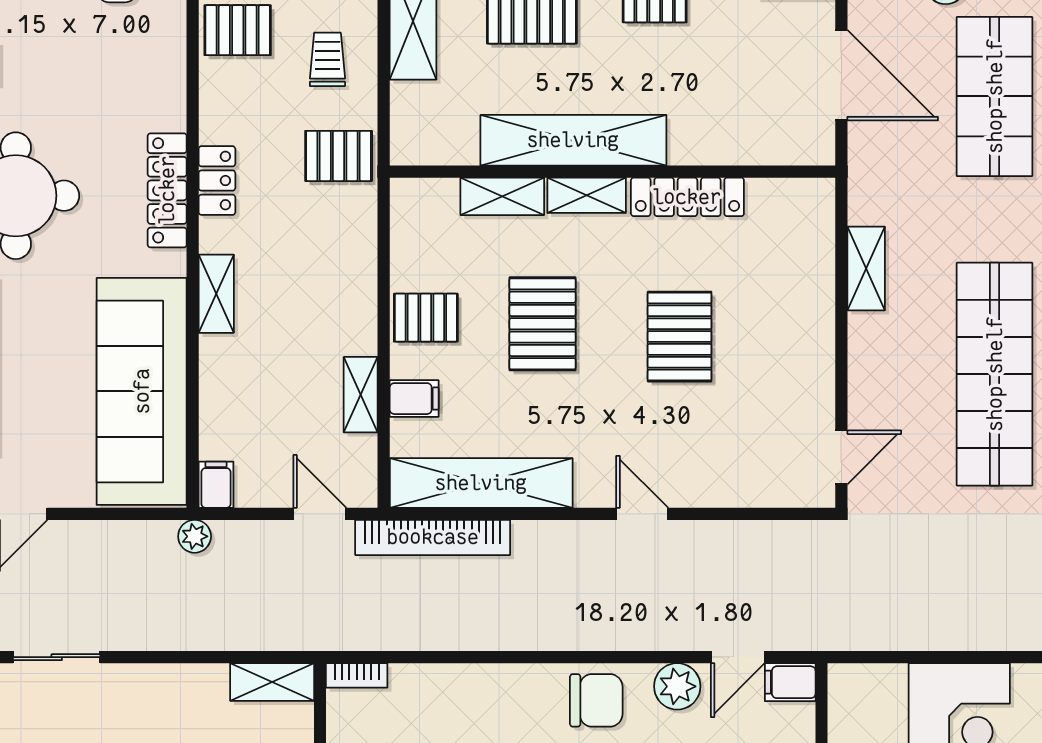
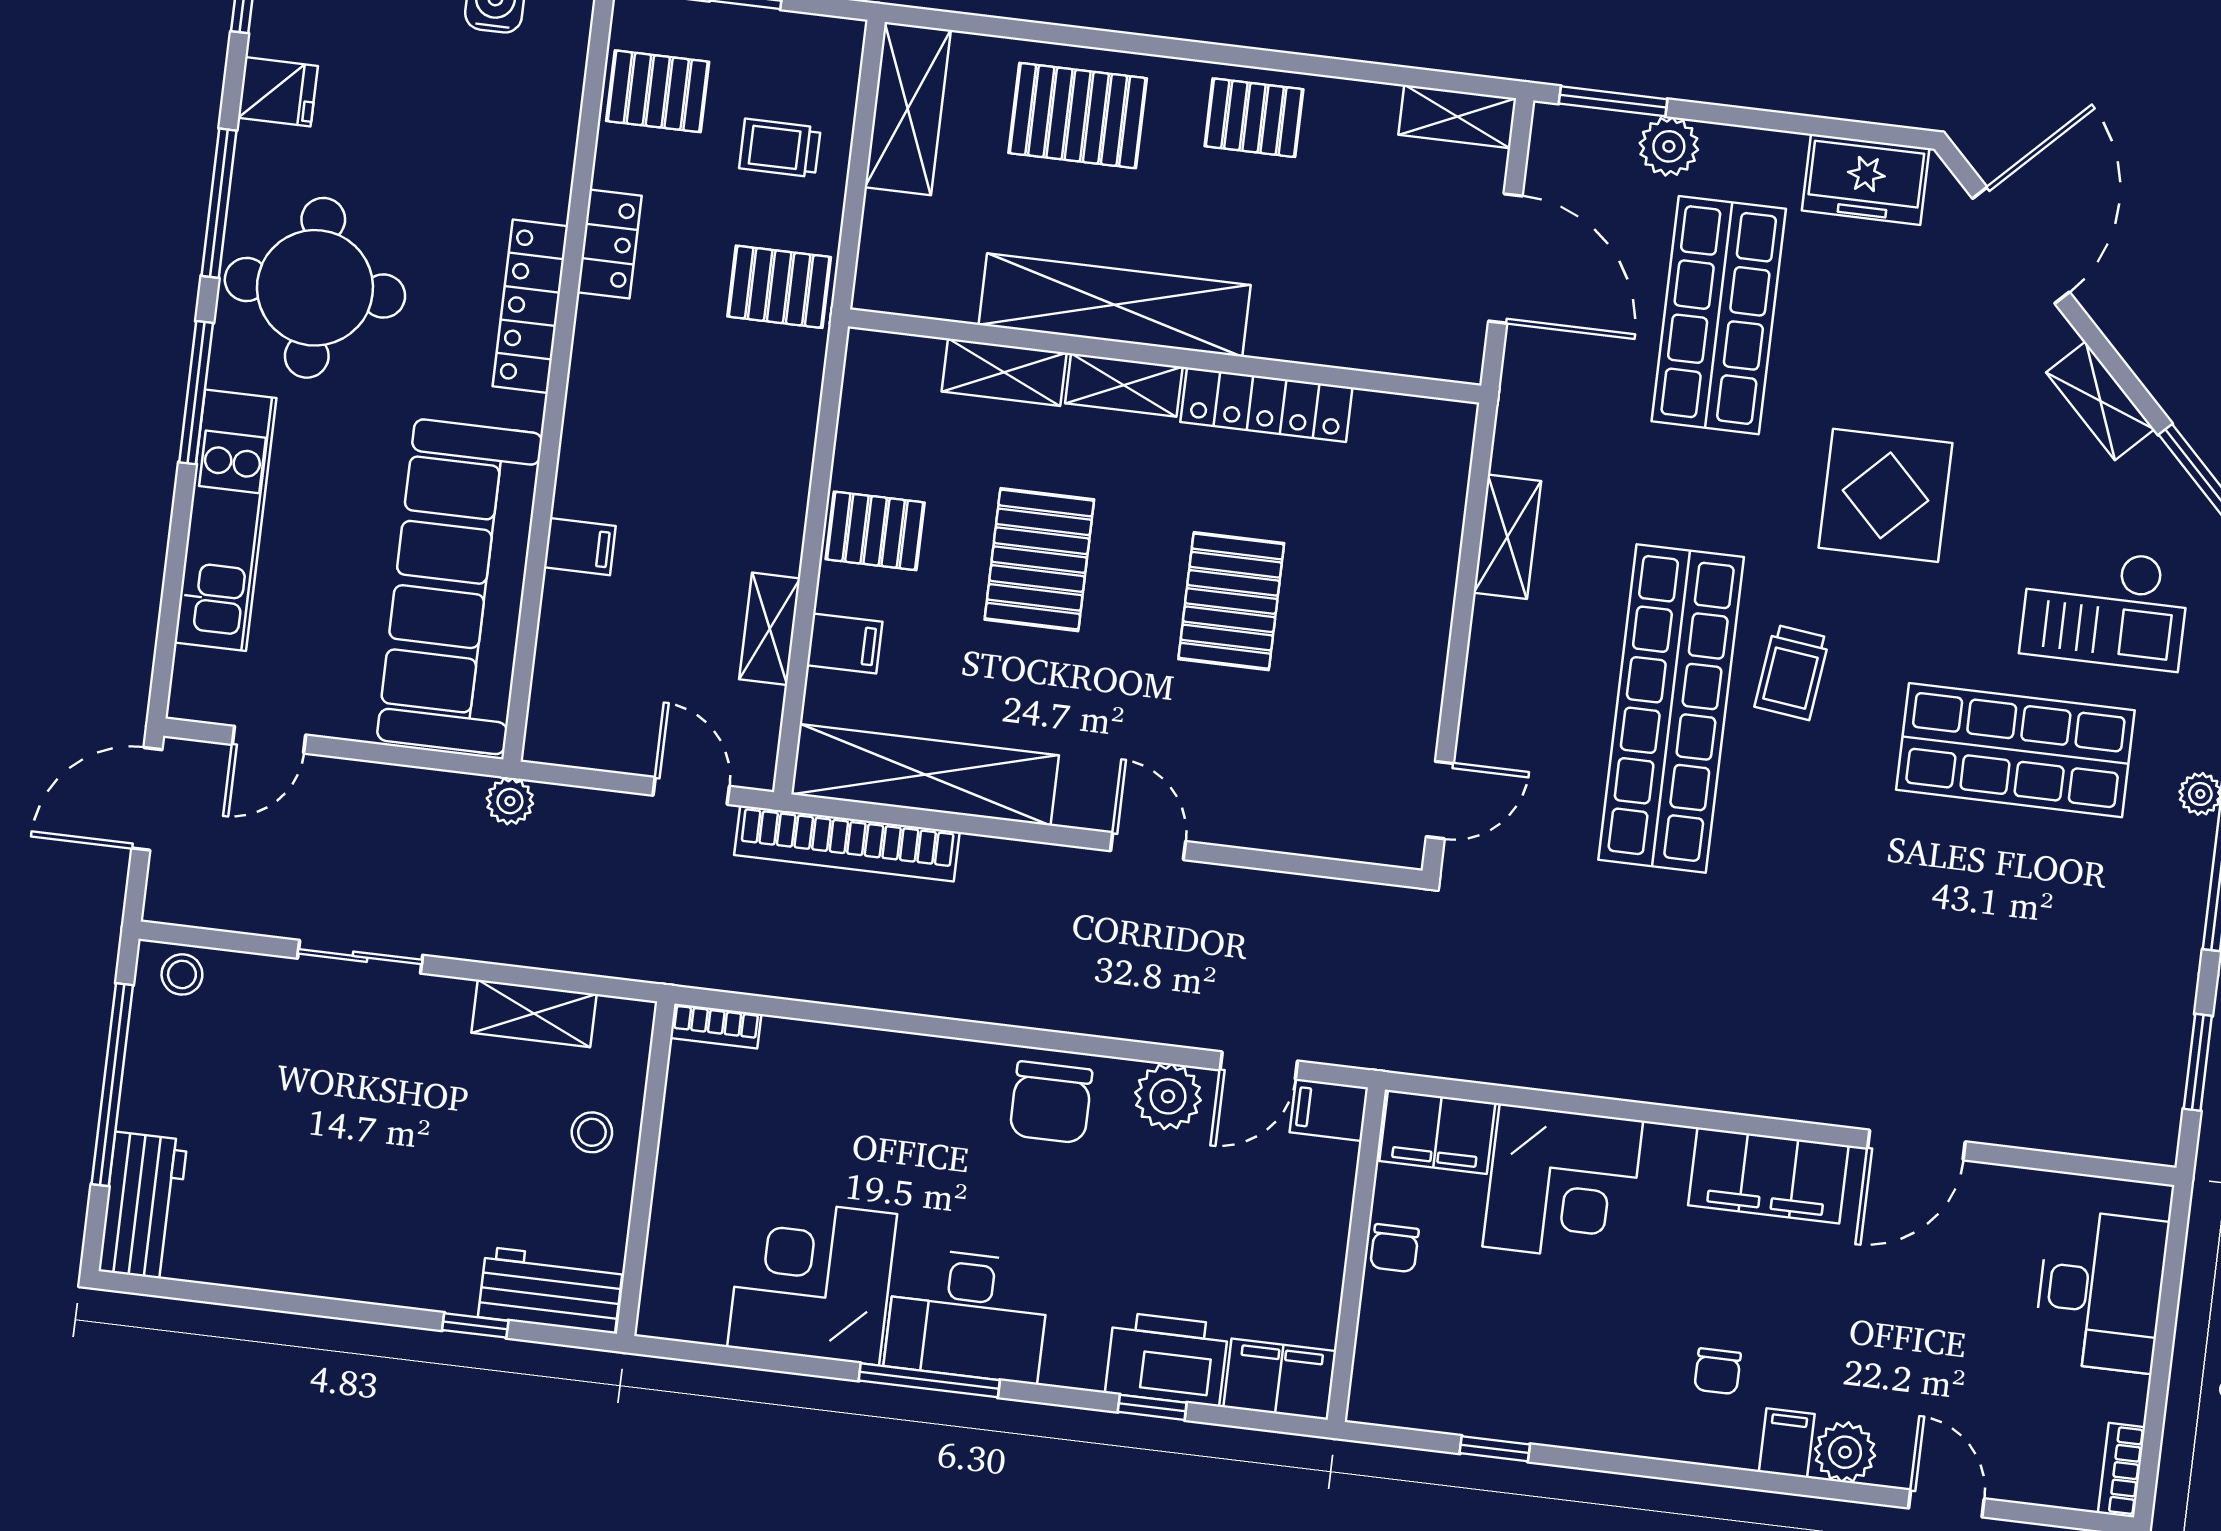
trolley: (327, 59) -> (780, 148), turned -90
locker: (217, 181) -> (609, 244), moved
shelving: (216, 294) -> (582, 461), removed
filing cabinet: (216, 485) -> (580, 547), moved, turned 90
sliding door: (57, 657) -> (360, 957), moved
shelving: (272, 682) -> (534, 1013), moved
filing cabinet: (868, 688) -> (1437, 1132), added
chair: (596, 700) -> (1051, 1102), turned 90

